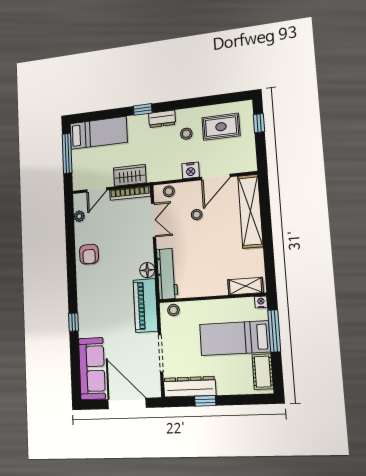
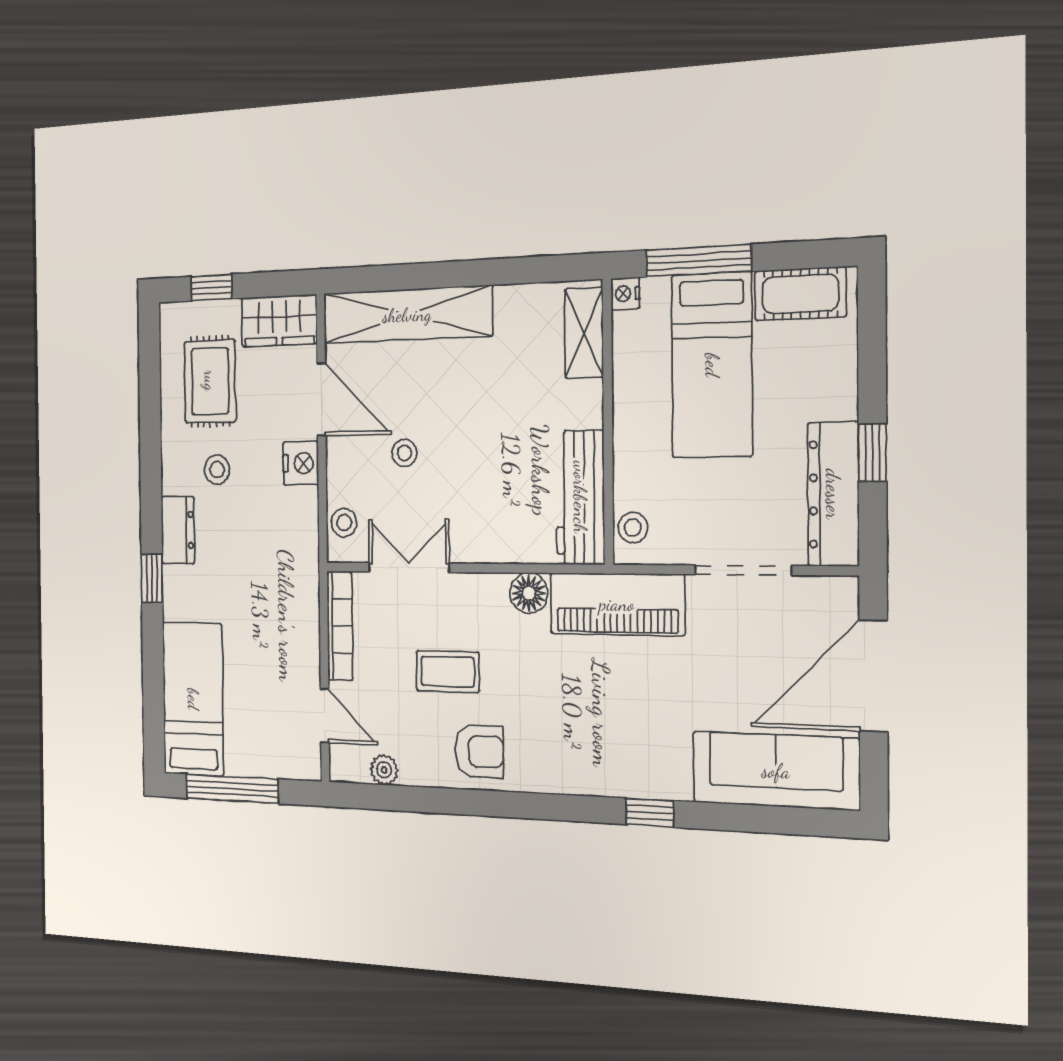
wardrobe: (130, 175) -> (279, 321), moved, turned -90
coffee table: (116, 239) -> (448, 672), added
workbench: (167, 274) -> (580, 497), moved, turned -90

